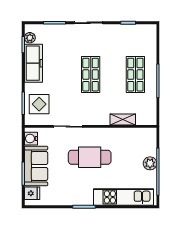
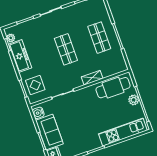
shelving: (123, 119) -> (92, 78), moved
cafe table: (90, 157) -> (113, 88), moved

